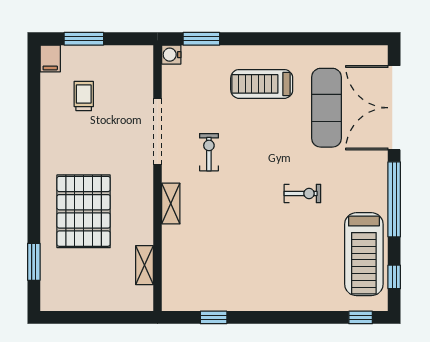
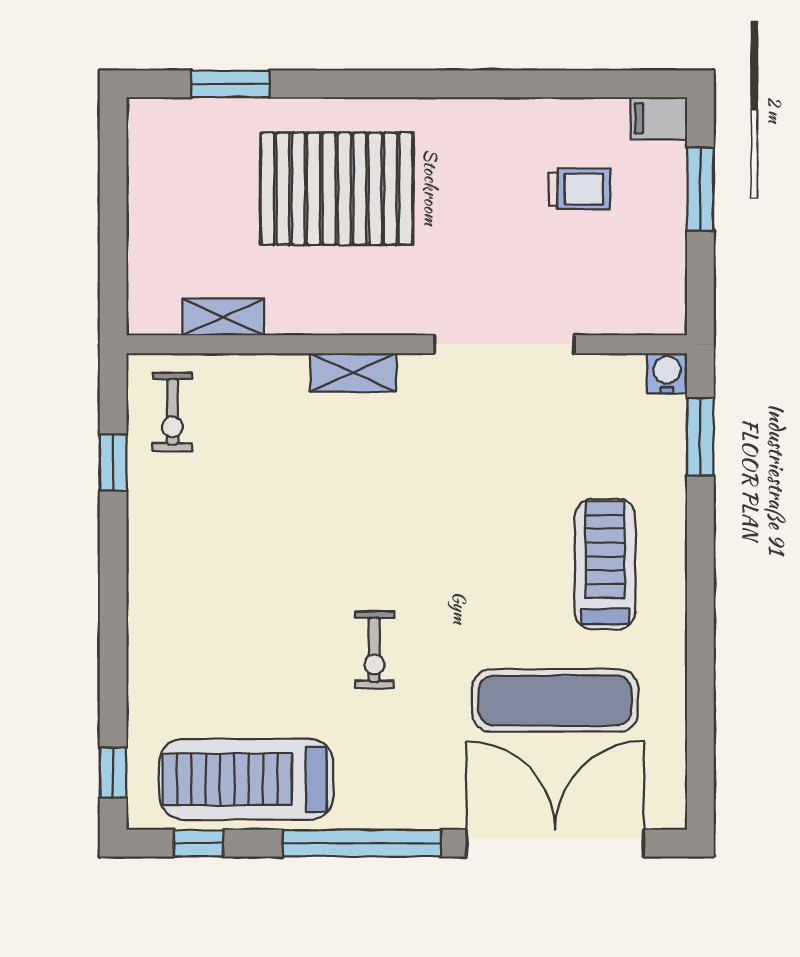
exercise bike: (209, 152) -> (172, 412), moved, turned 90

